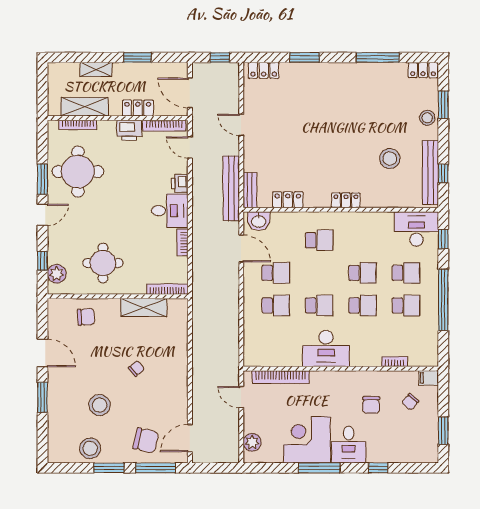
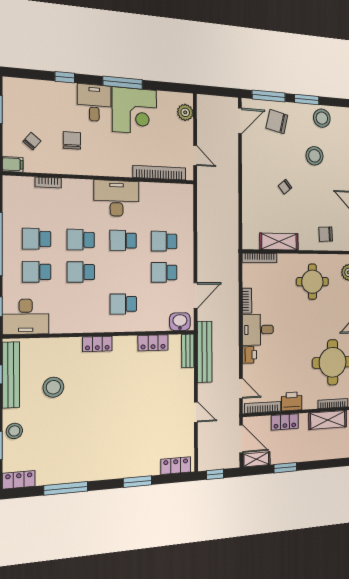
shelving: (96, 69) -> (256, 459), moved
door: (241, 248) -> (195, 296), swing flipped

